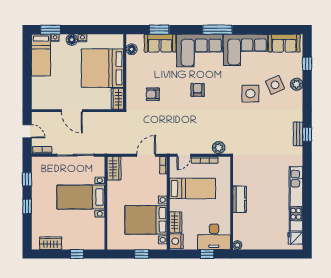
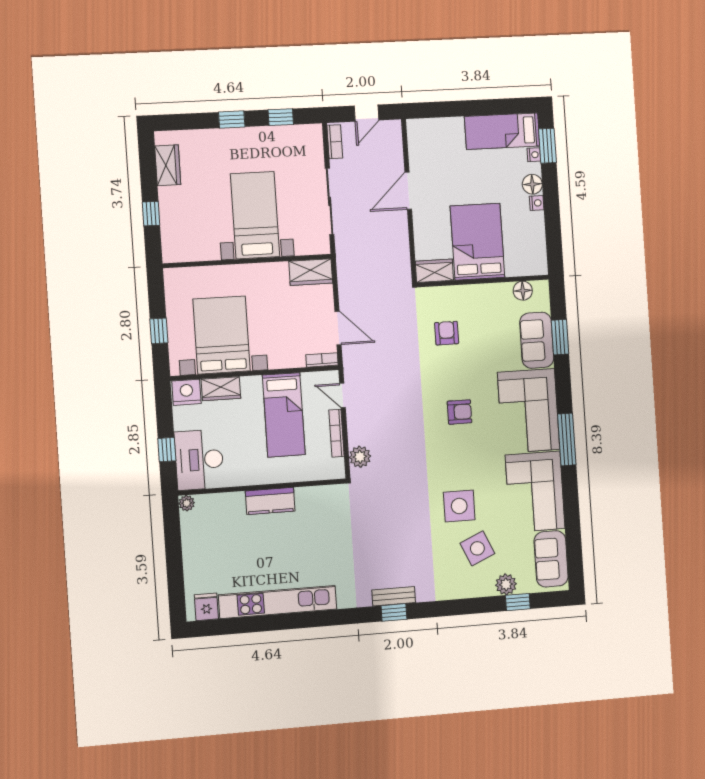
bed: (102, 68) -> (477, 242), width x0.73
plant: (297, 84) -> (506, 584), moved

